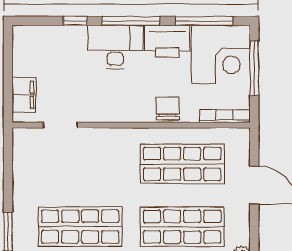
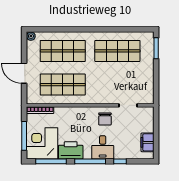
desk: (115, 47) -> (103, 147), width x0.73
filing cabinet: (24, 95) -> (148, 142), moved
chair: (168, 108) -> (105, 119), moved

